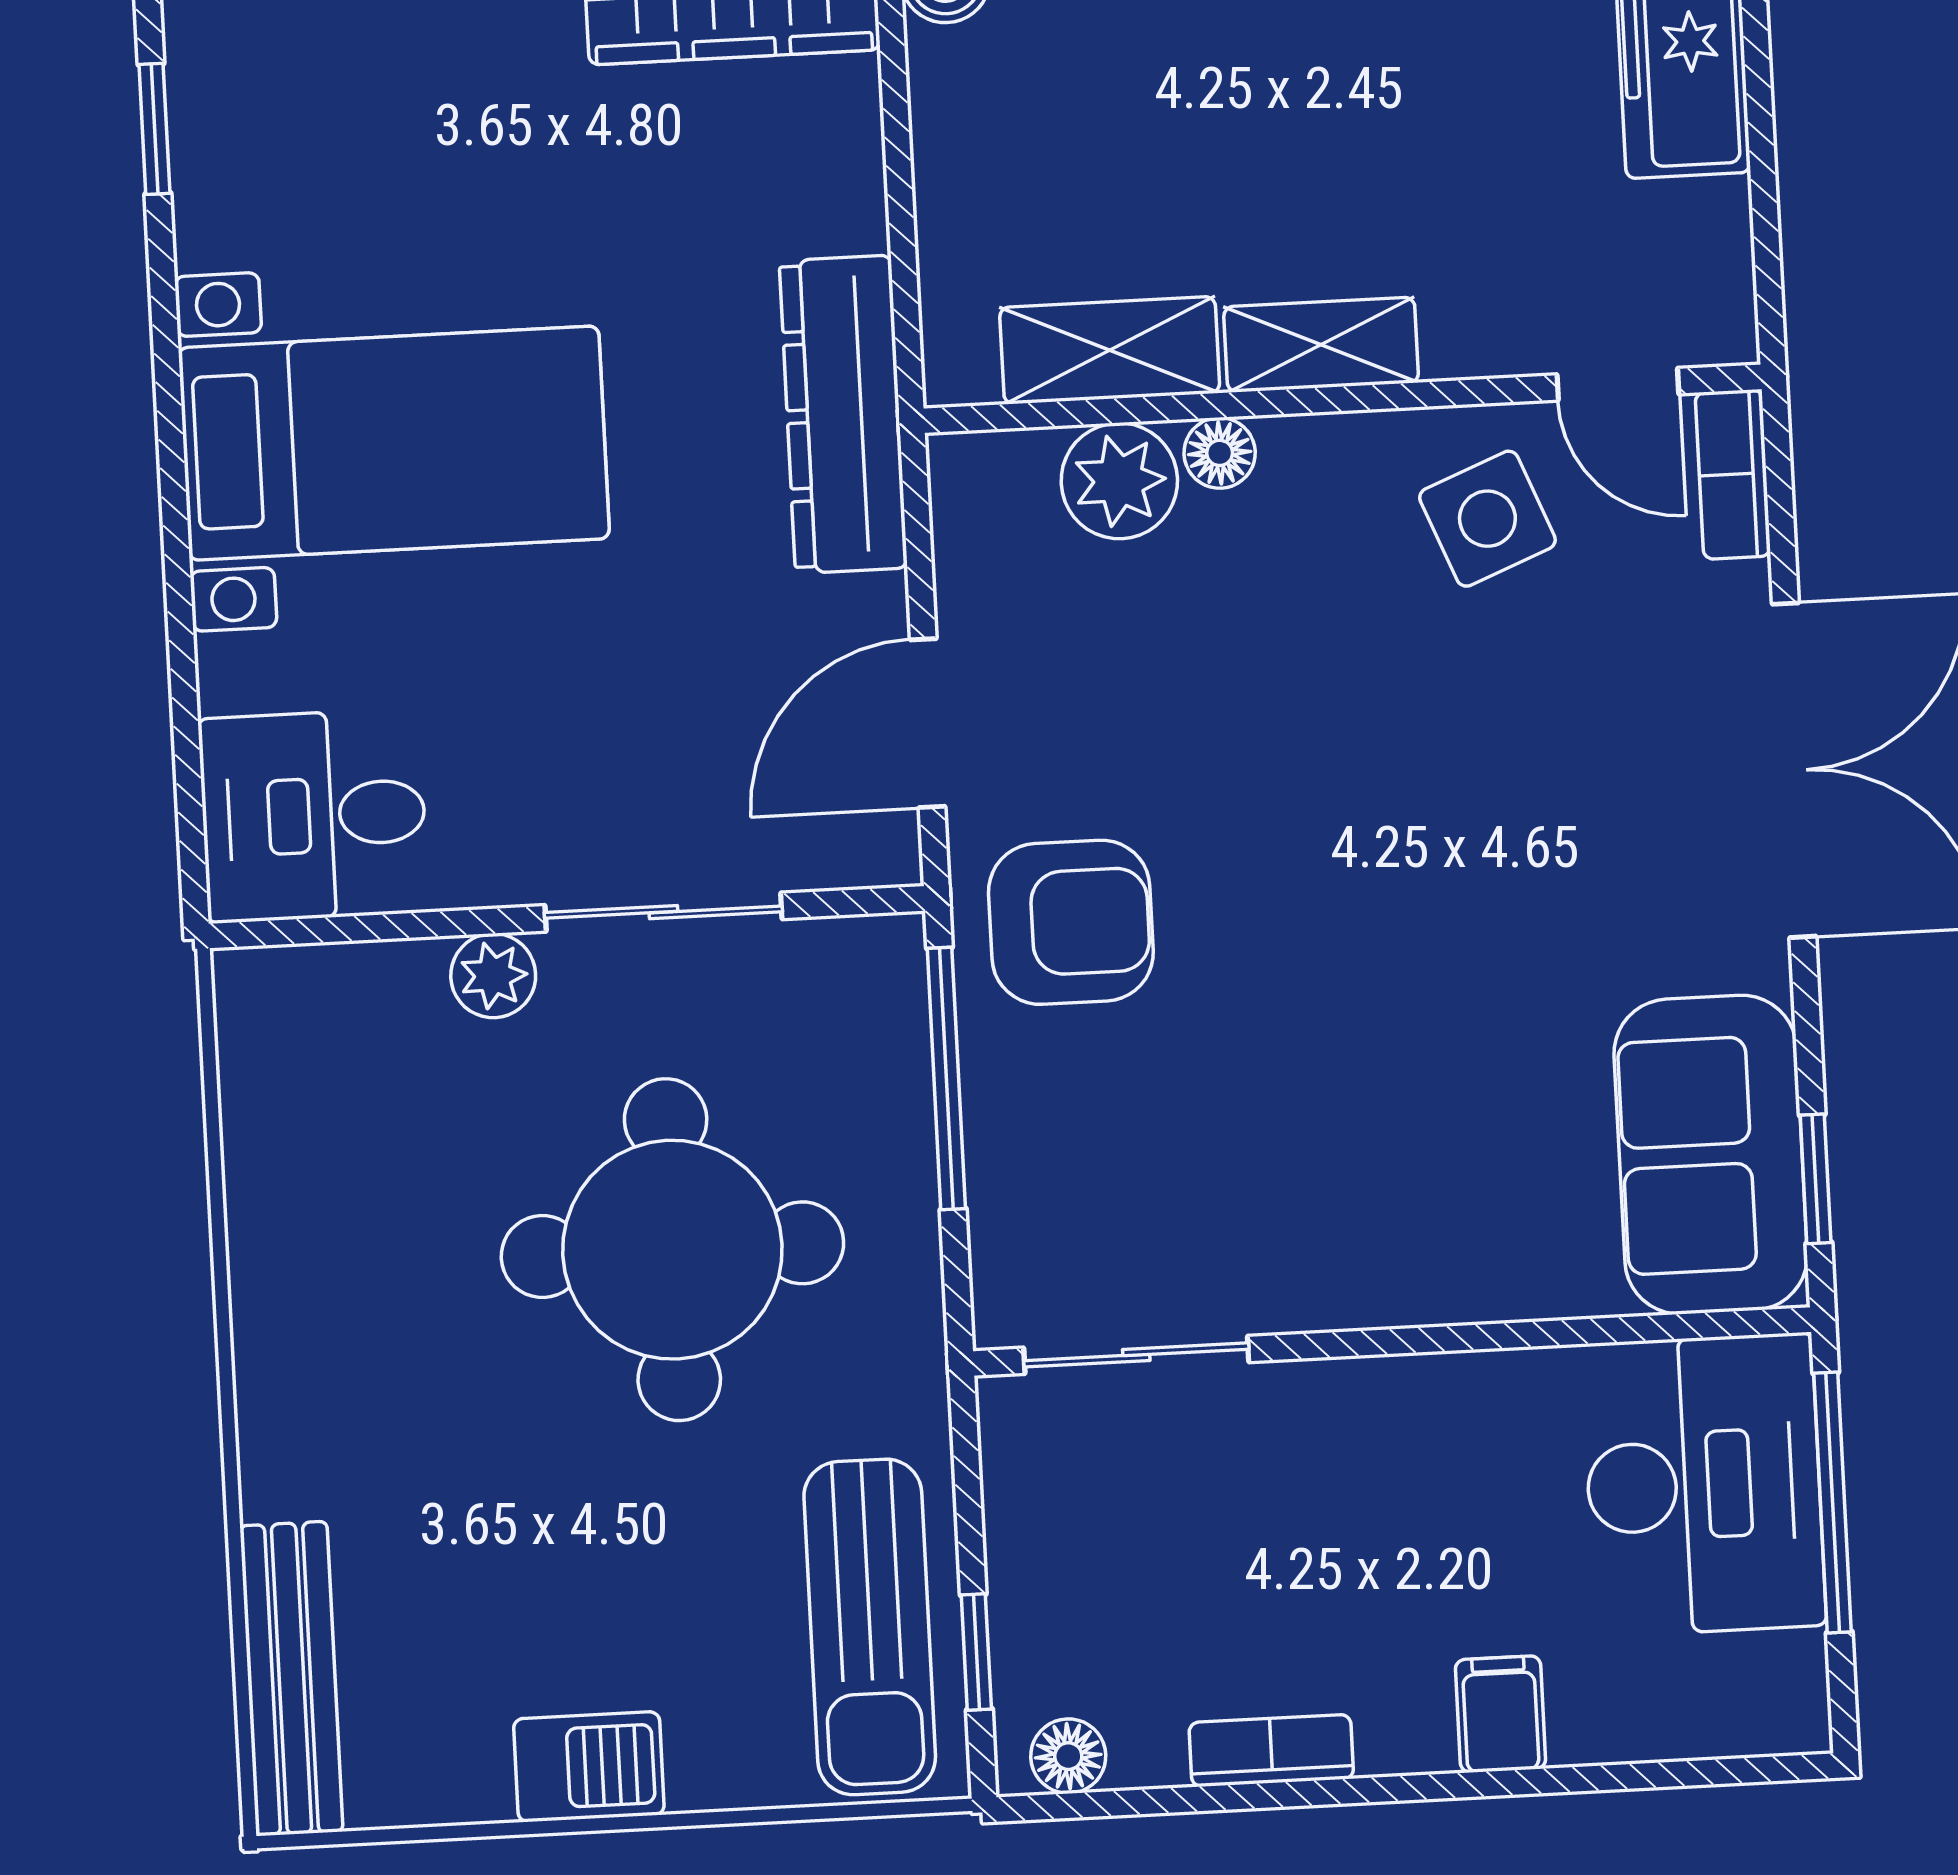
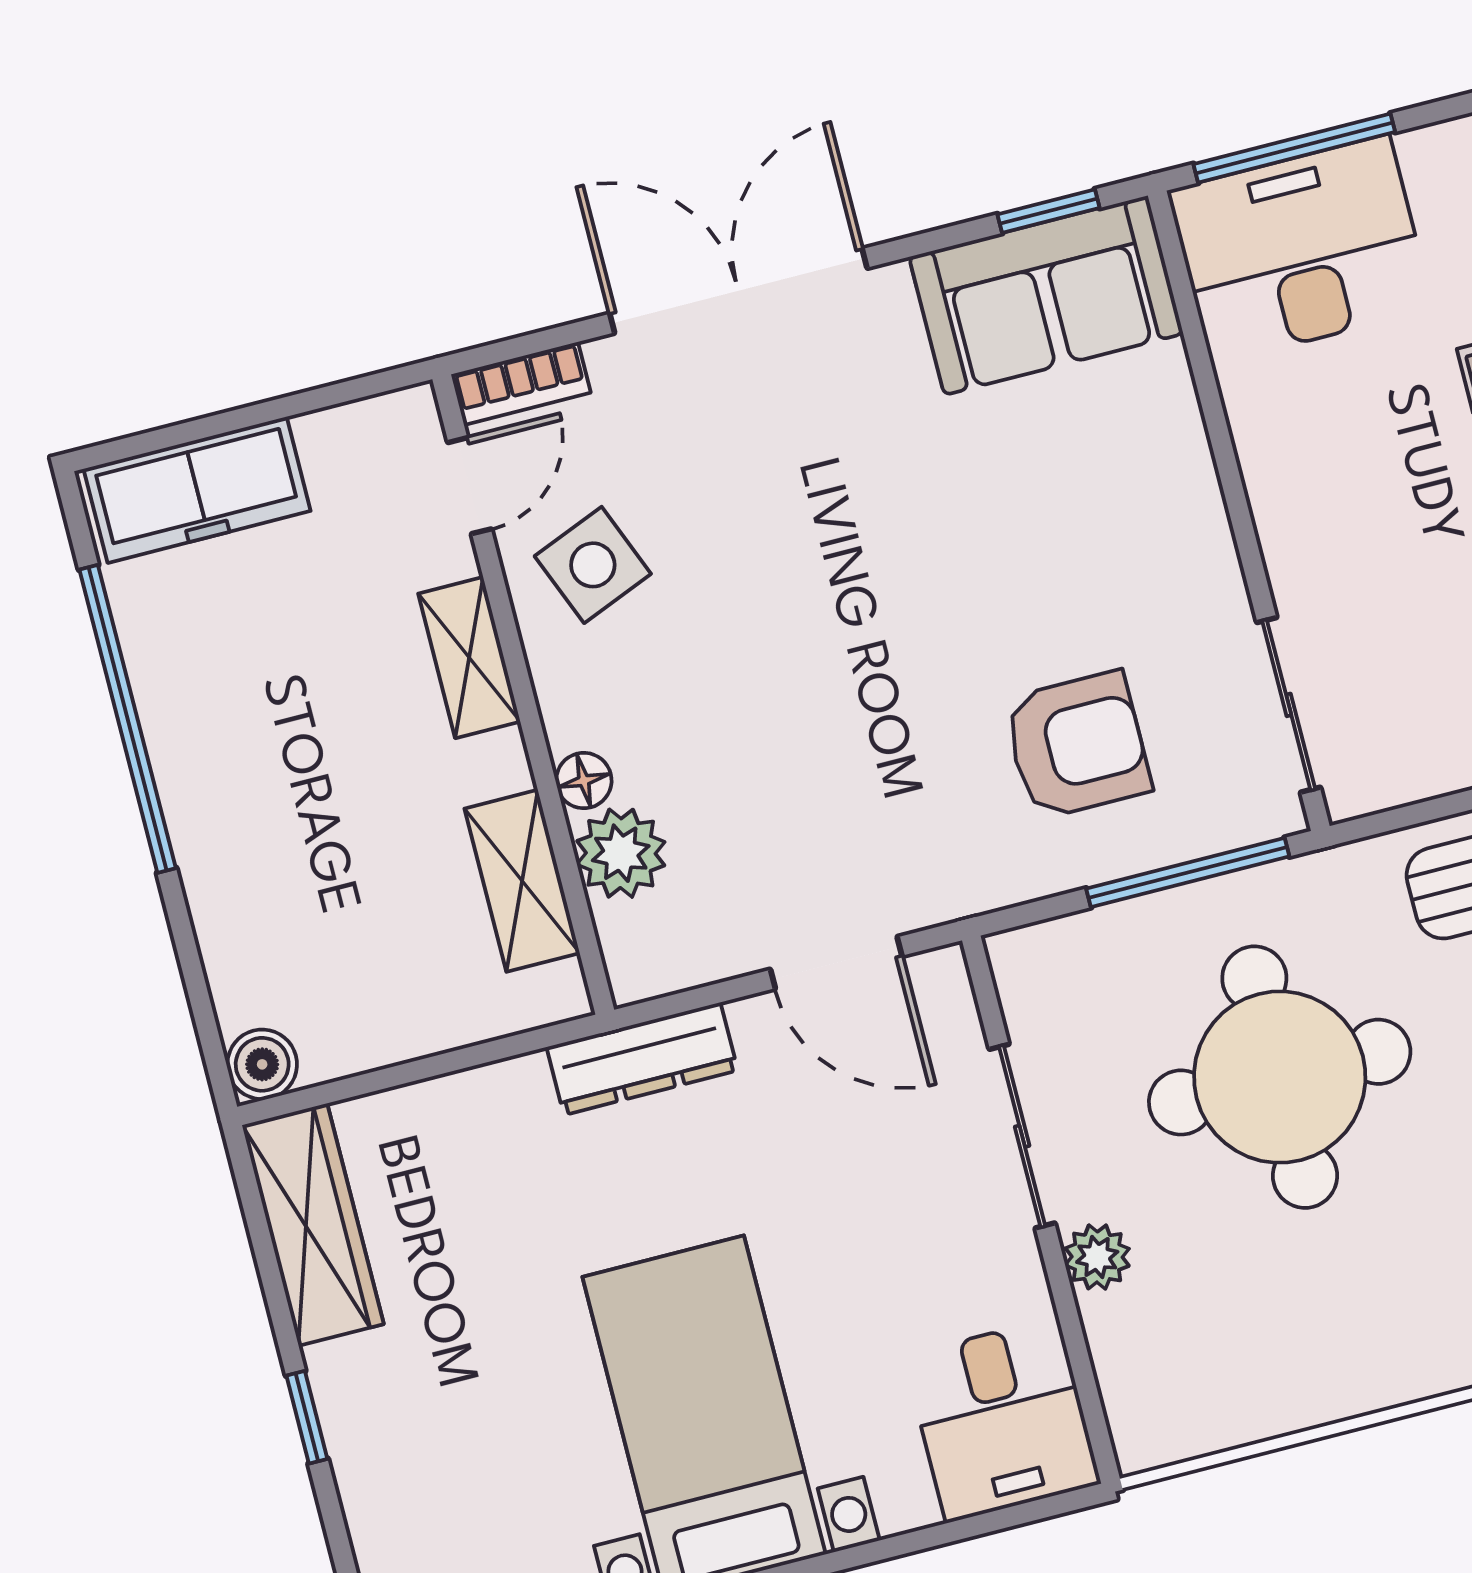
shelving: (1321, 345) -> (469, 658), moved
dresser: (843, 414) -> (642, 1059), width x0.73, depth x0.80
armchair: (1071, 922) -> (1077, 745), moved, turned 90
window: (946, 1079) -> (1188, 873), moved

